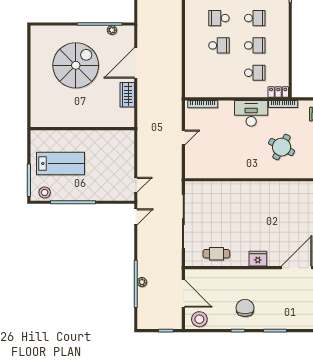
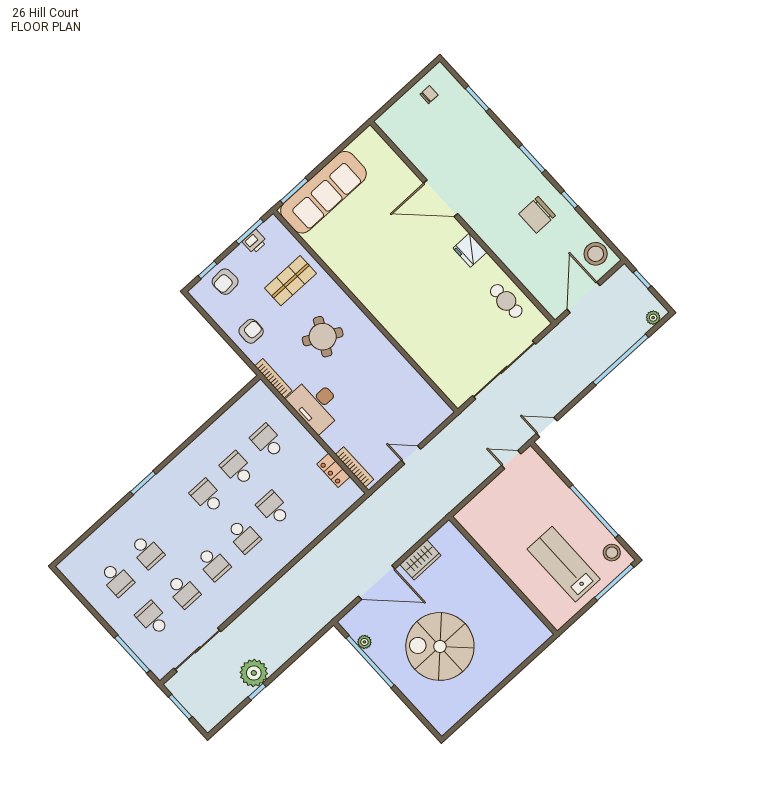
locker: (278, 92) -> (333, 470), moved
plant: (142, 282) -> (653, 318), moved

